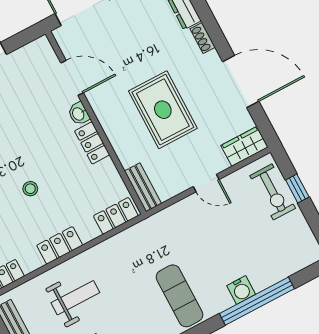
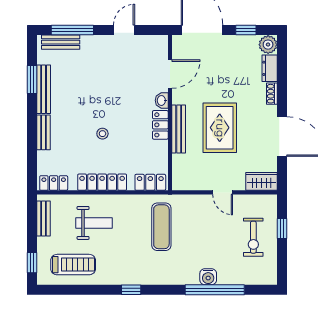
door: (72, 78) -> (170, 74), hinge flipped
bench: (143, 187) -> (179, 129), moved, width x1.36
exercise bike: (273, 192) -> (253, 237), moved
locker: (60, 245) -> (102, 182), width x1.53
exercise mat: (180, 296) -> (161, 227), moved

